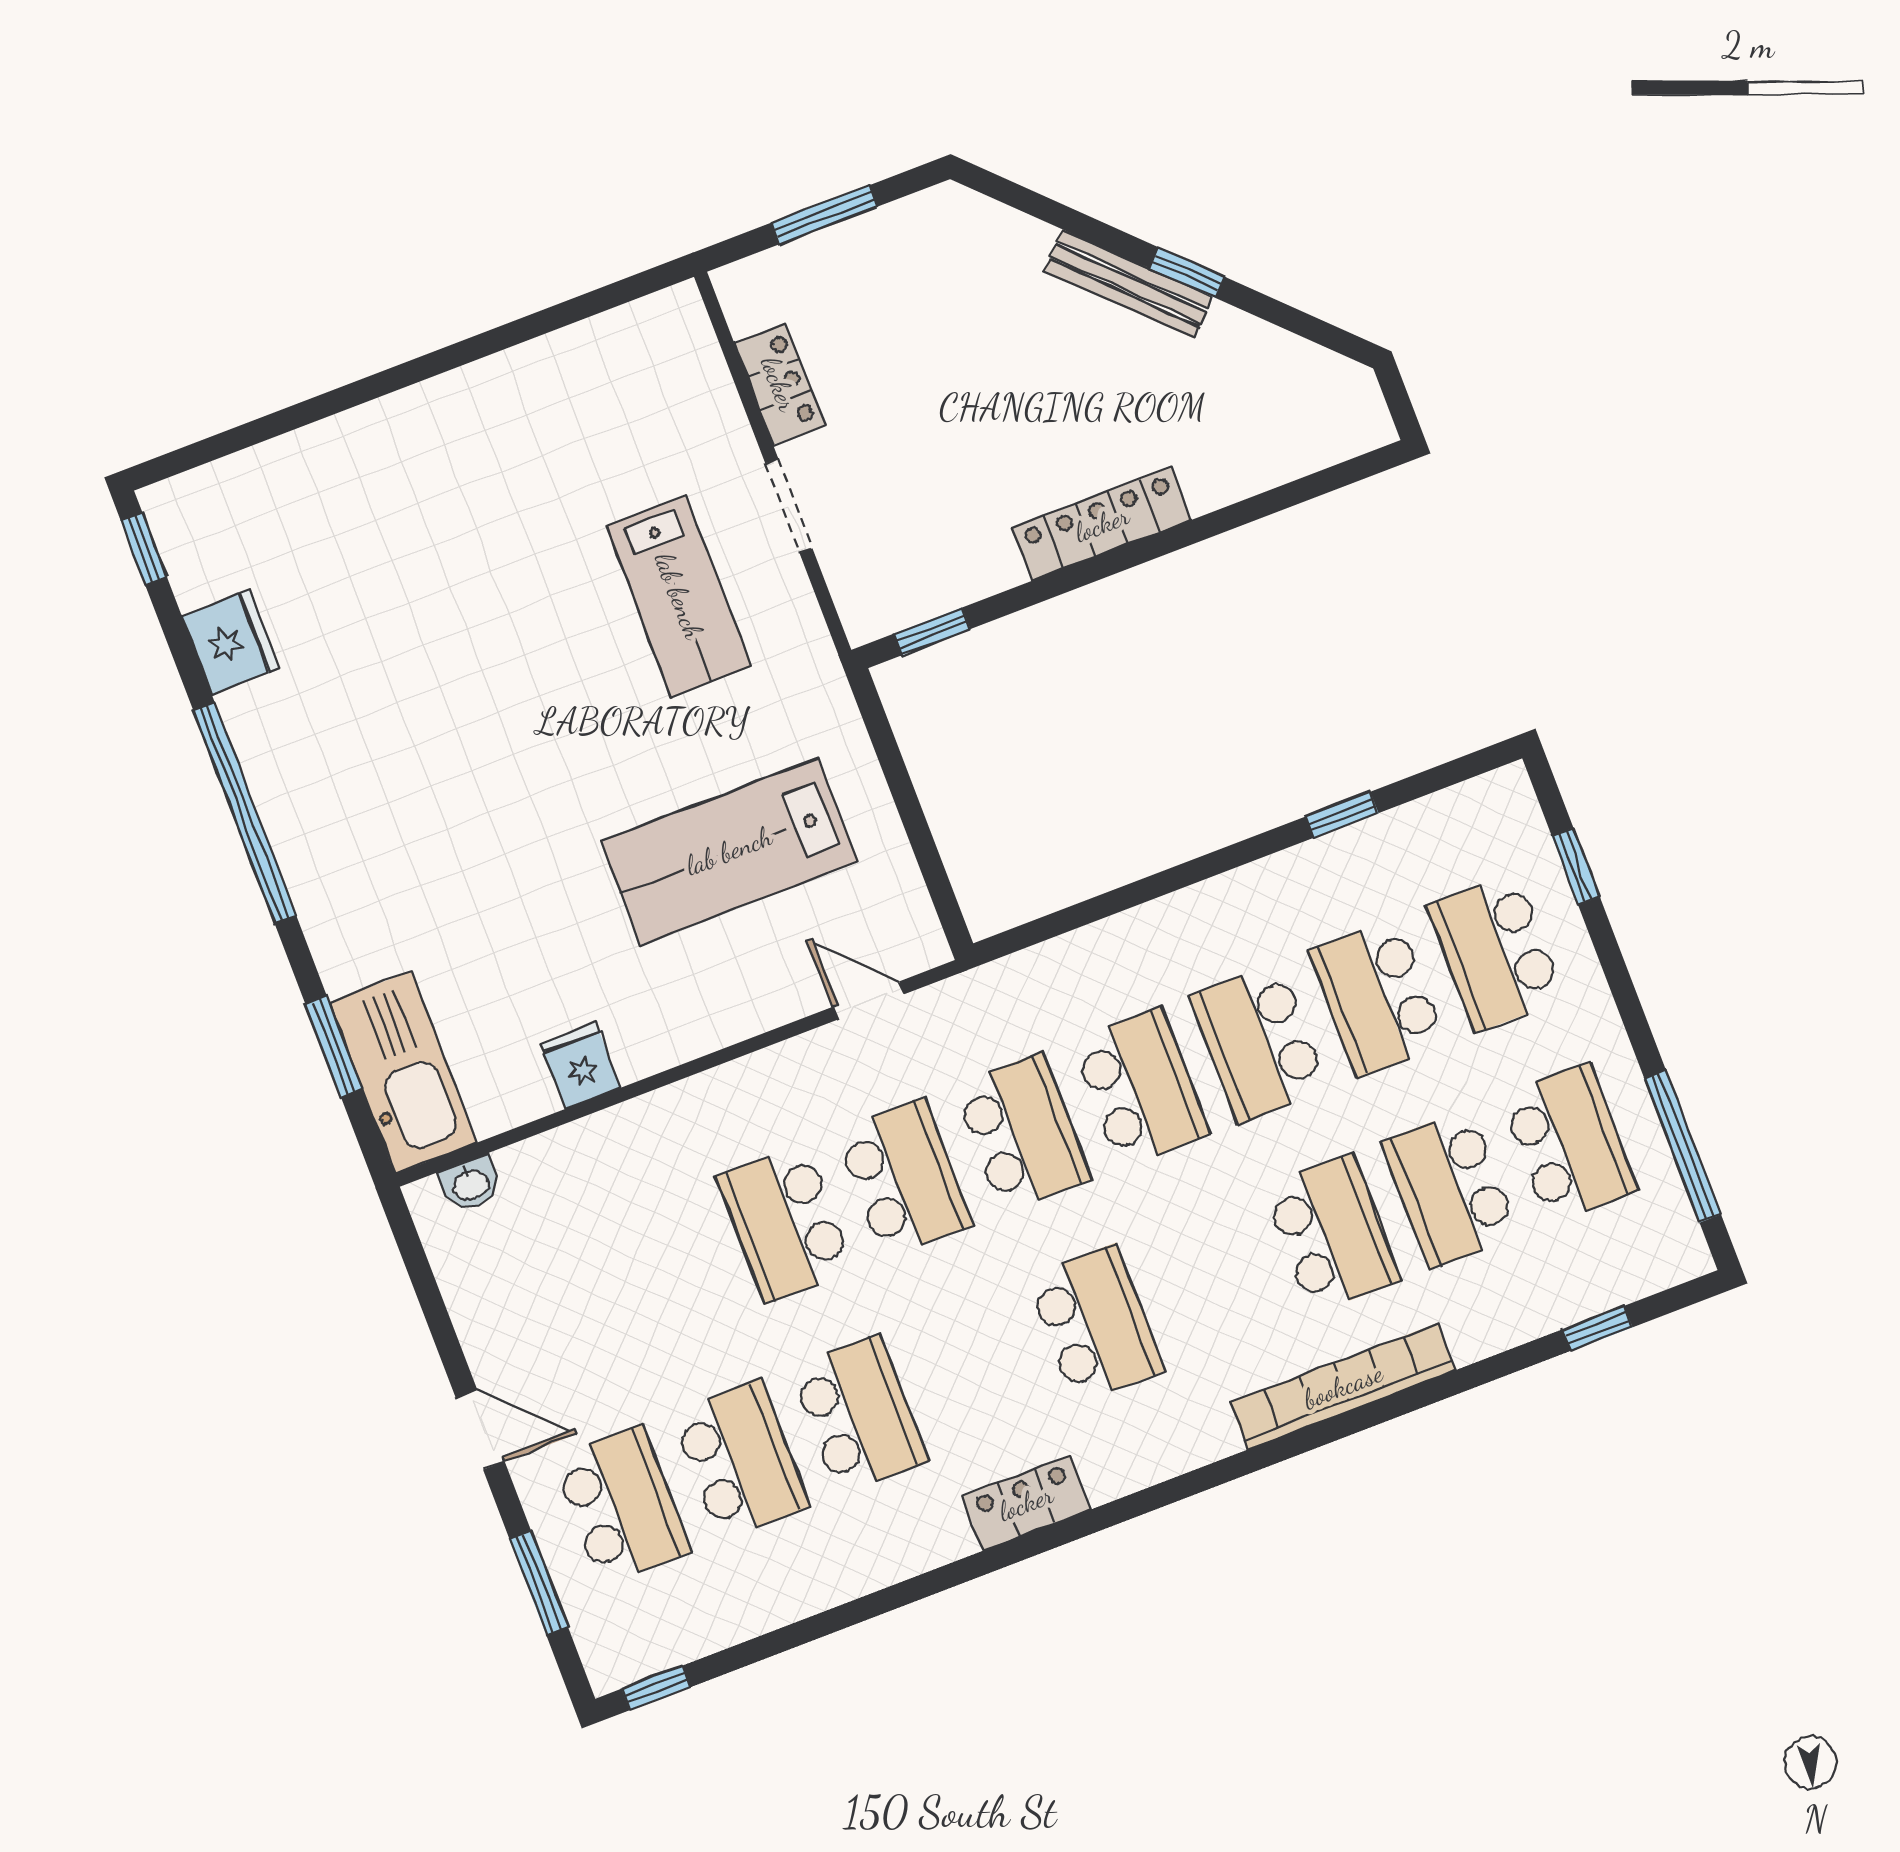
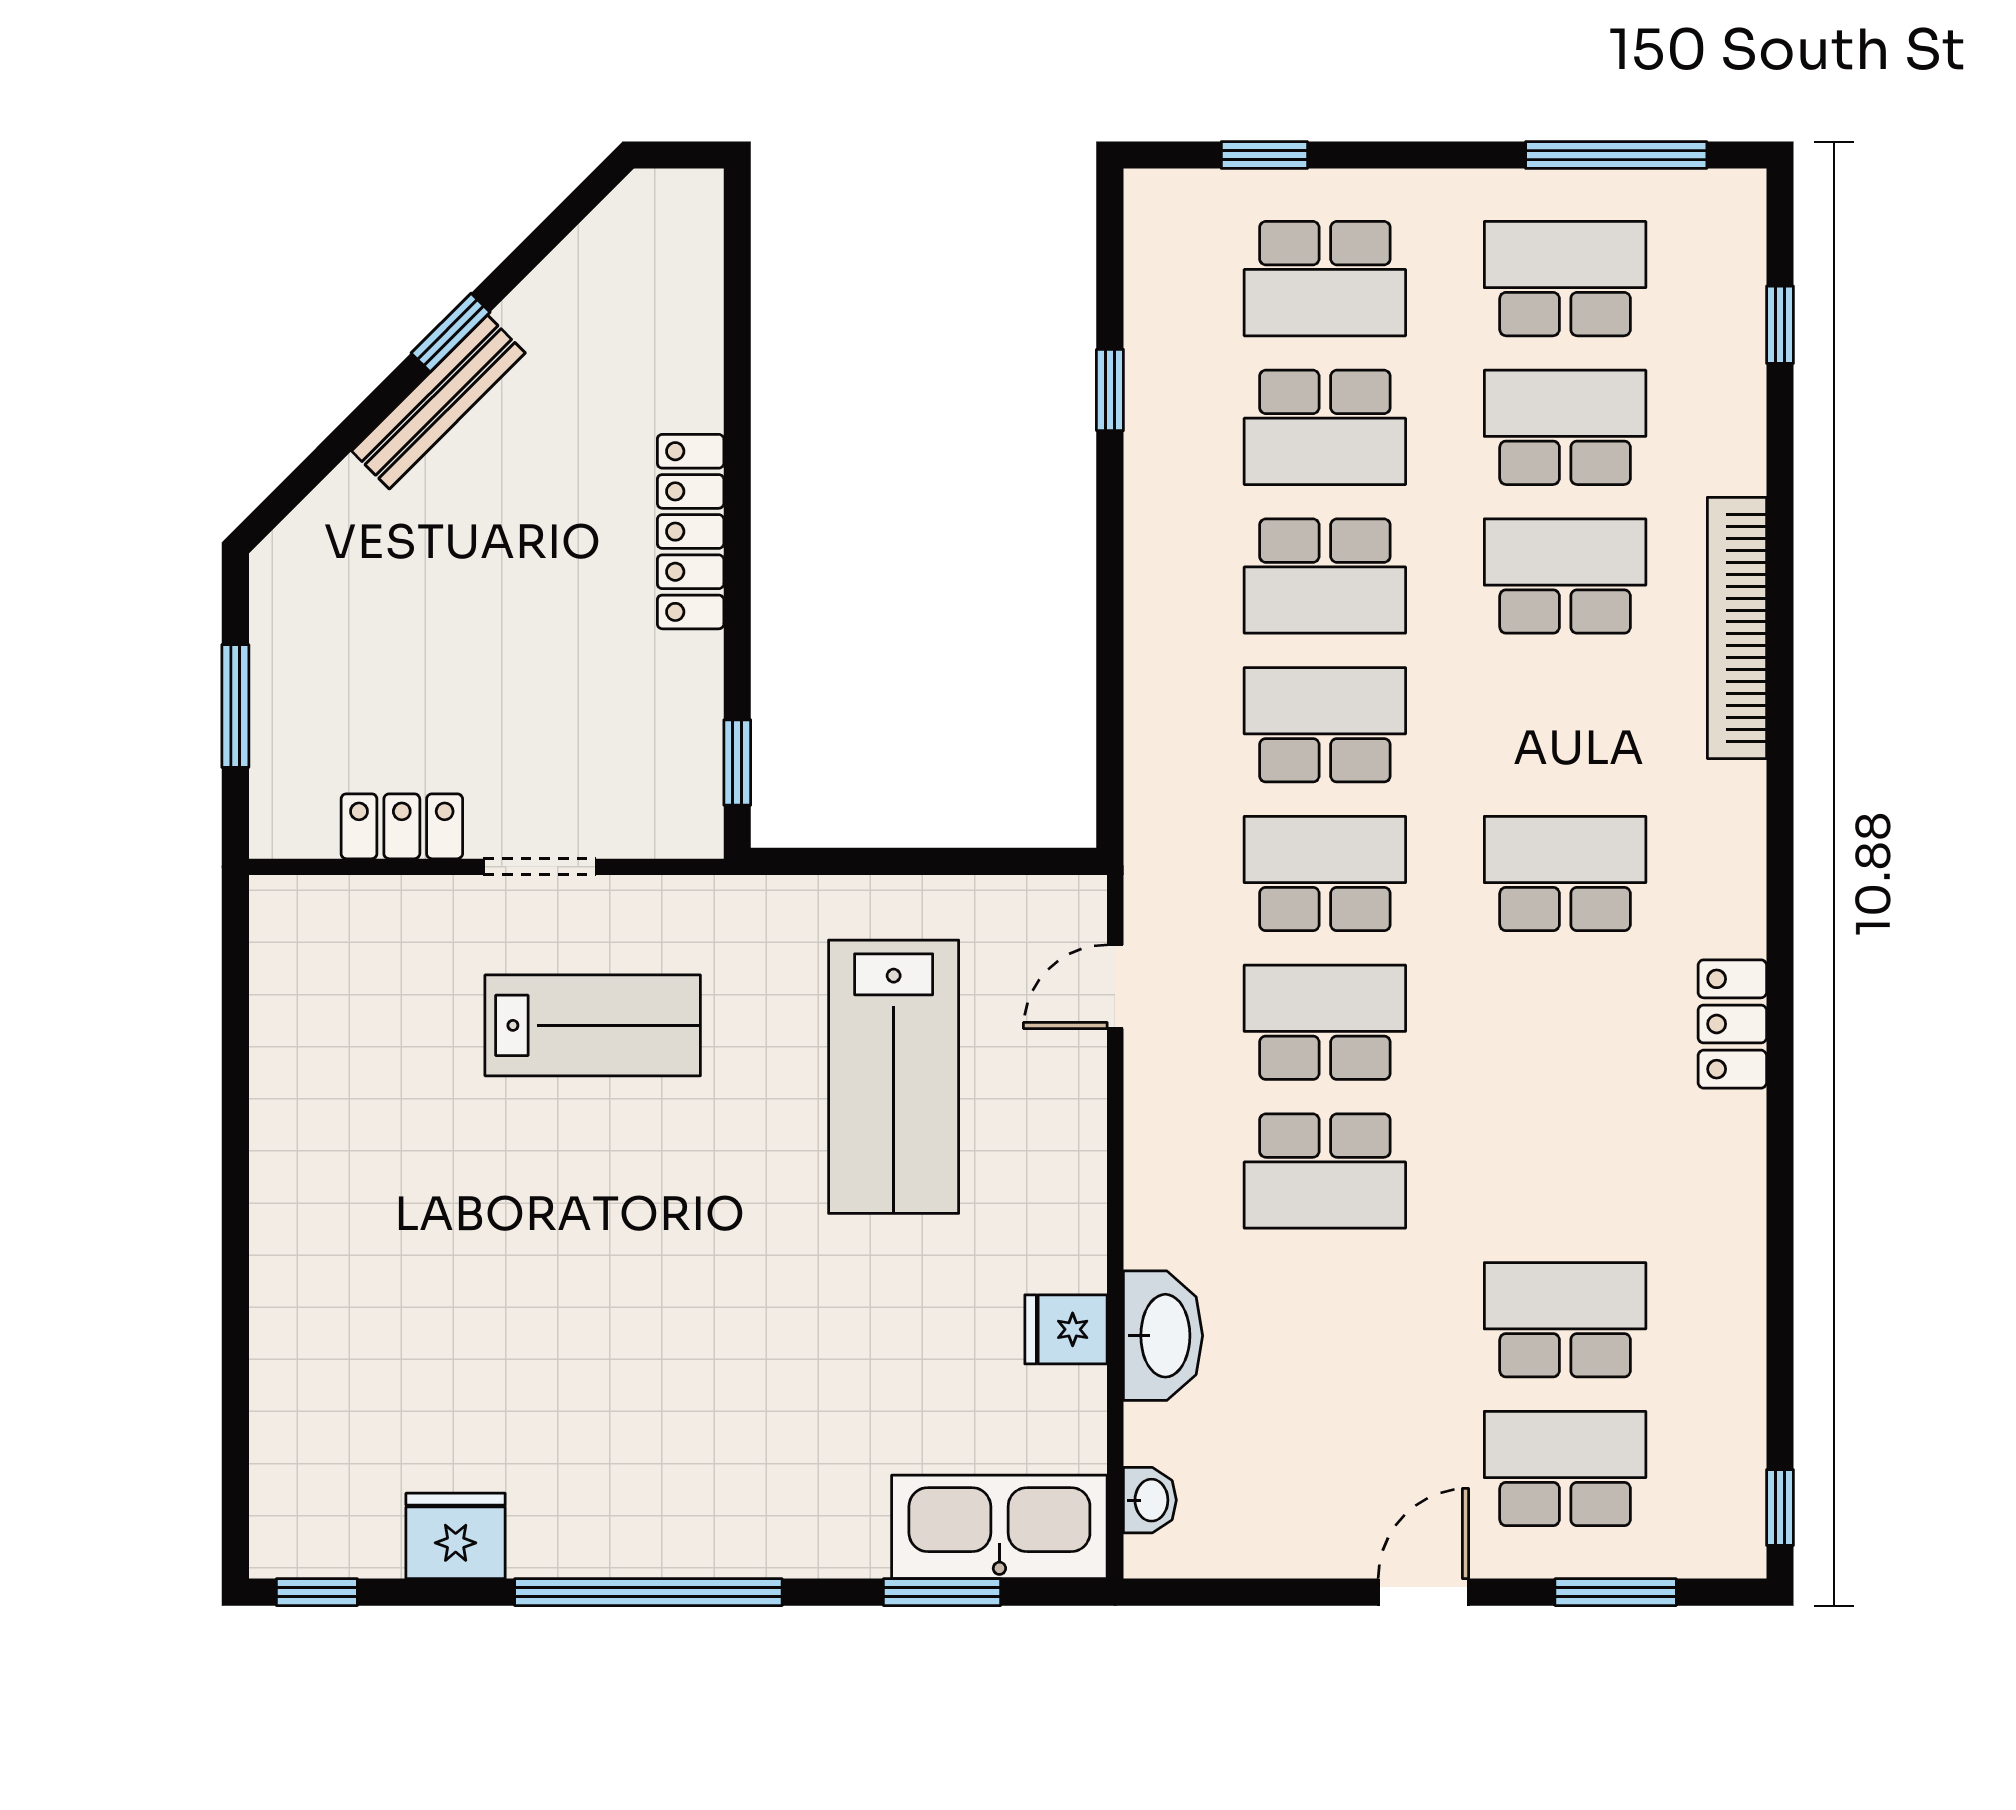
washbasin: (605, 1145) -> (1163, 1336), added
school desk: (1450, 1188) -> (1565, 427), turned 180
school desk: (858, 1415) -> (1565, 1171), removed

